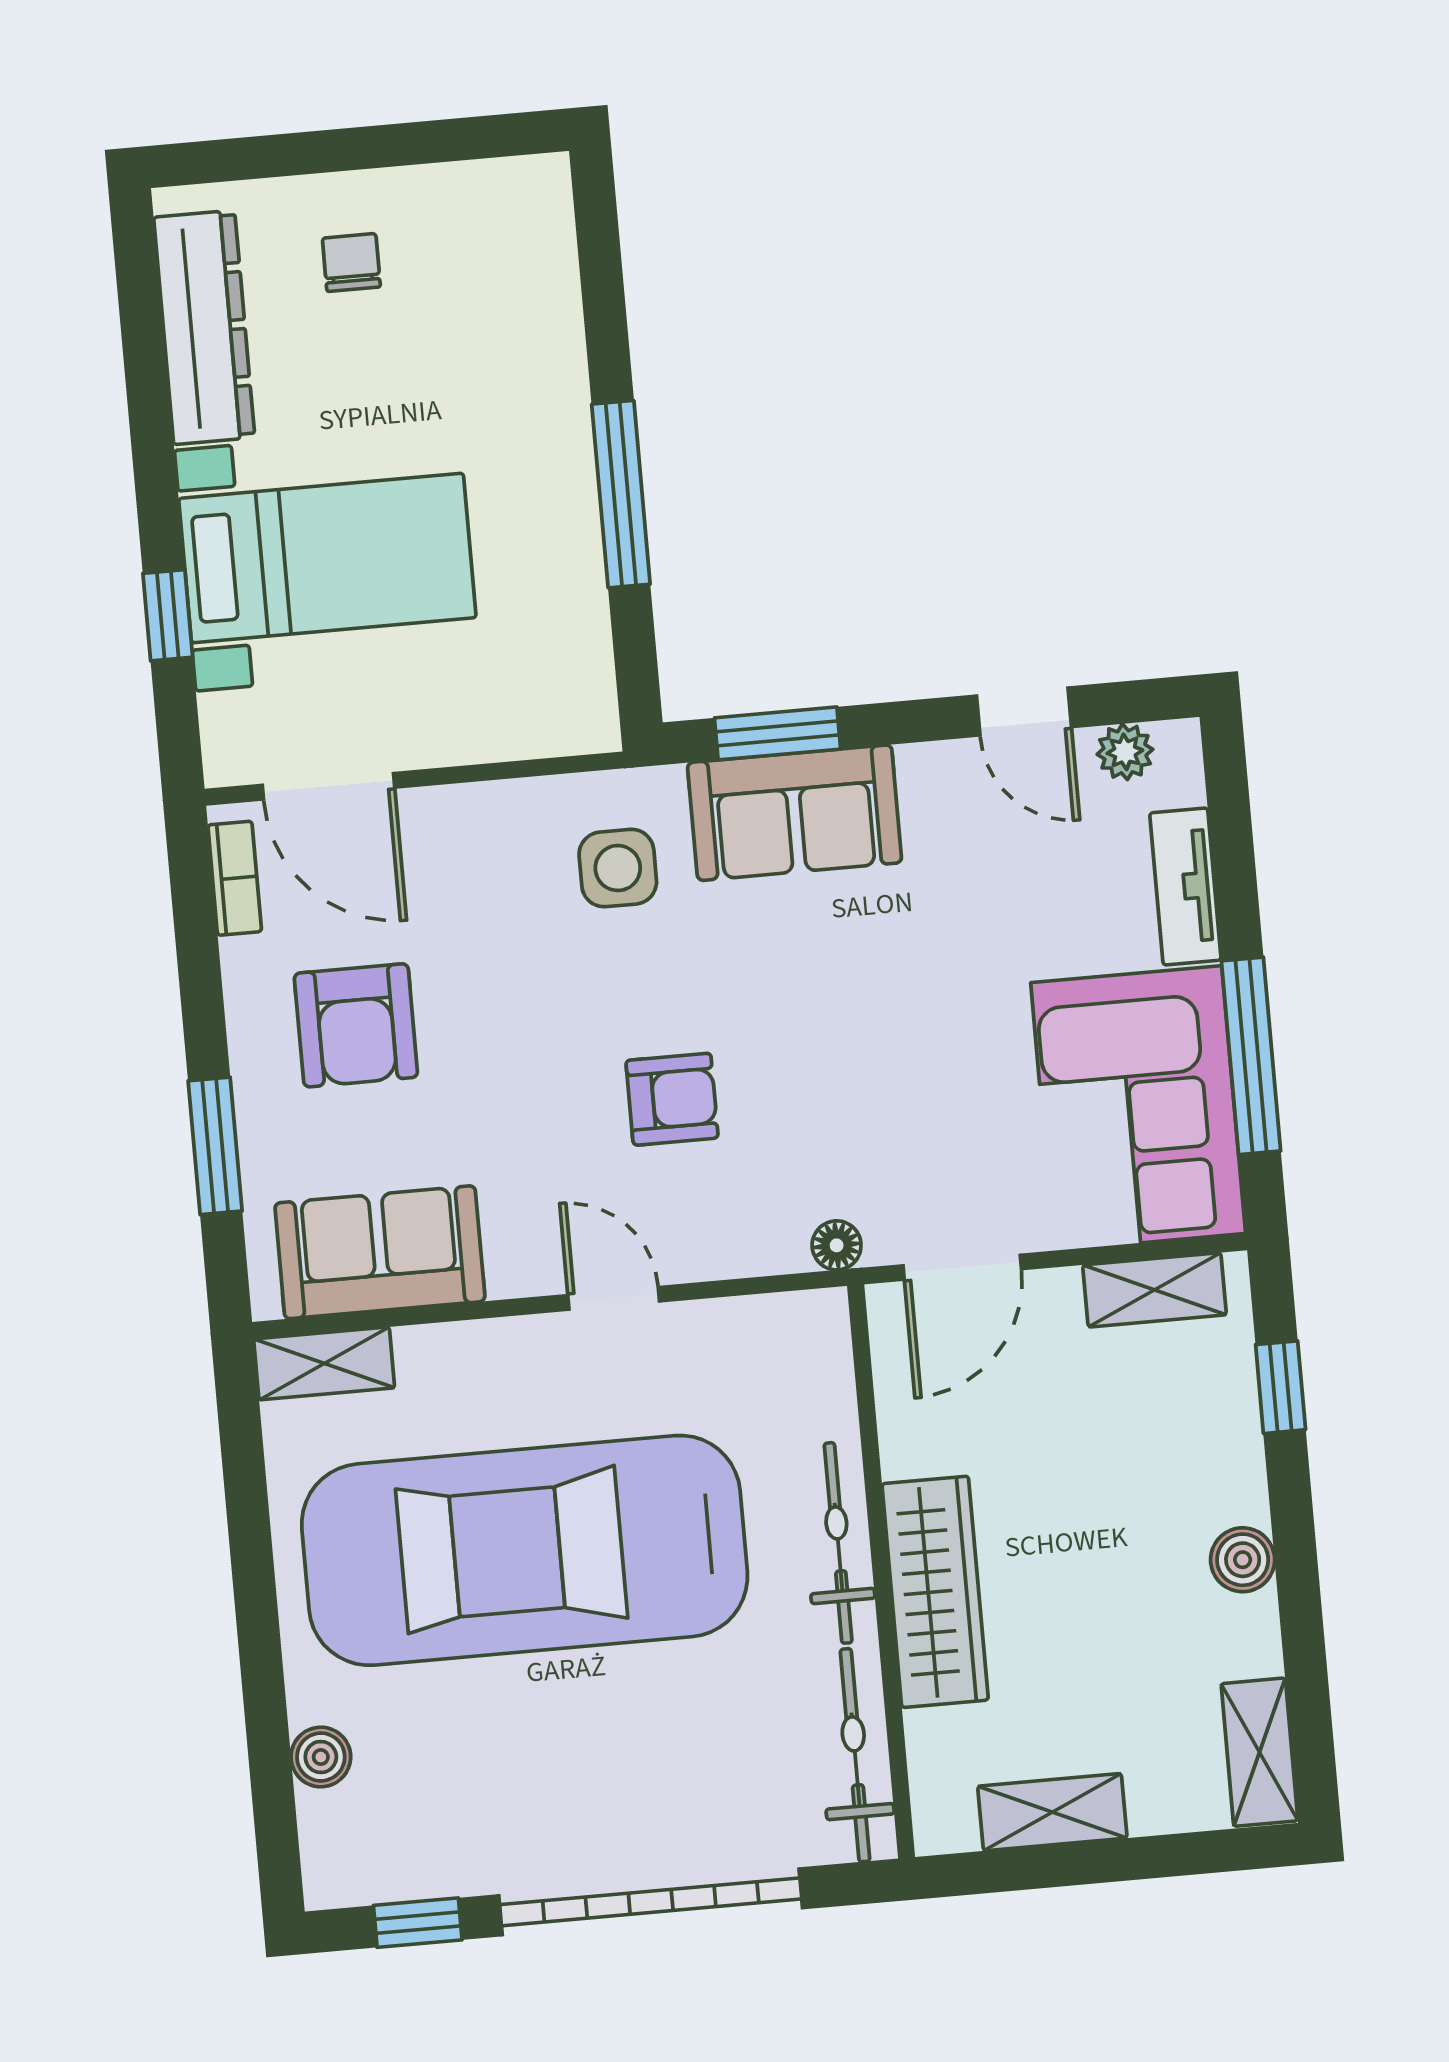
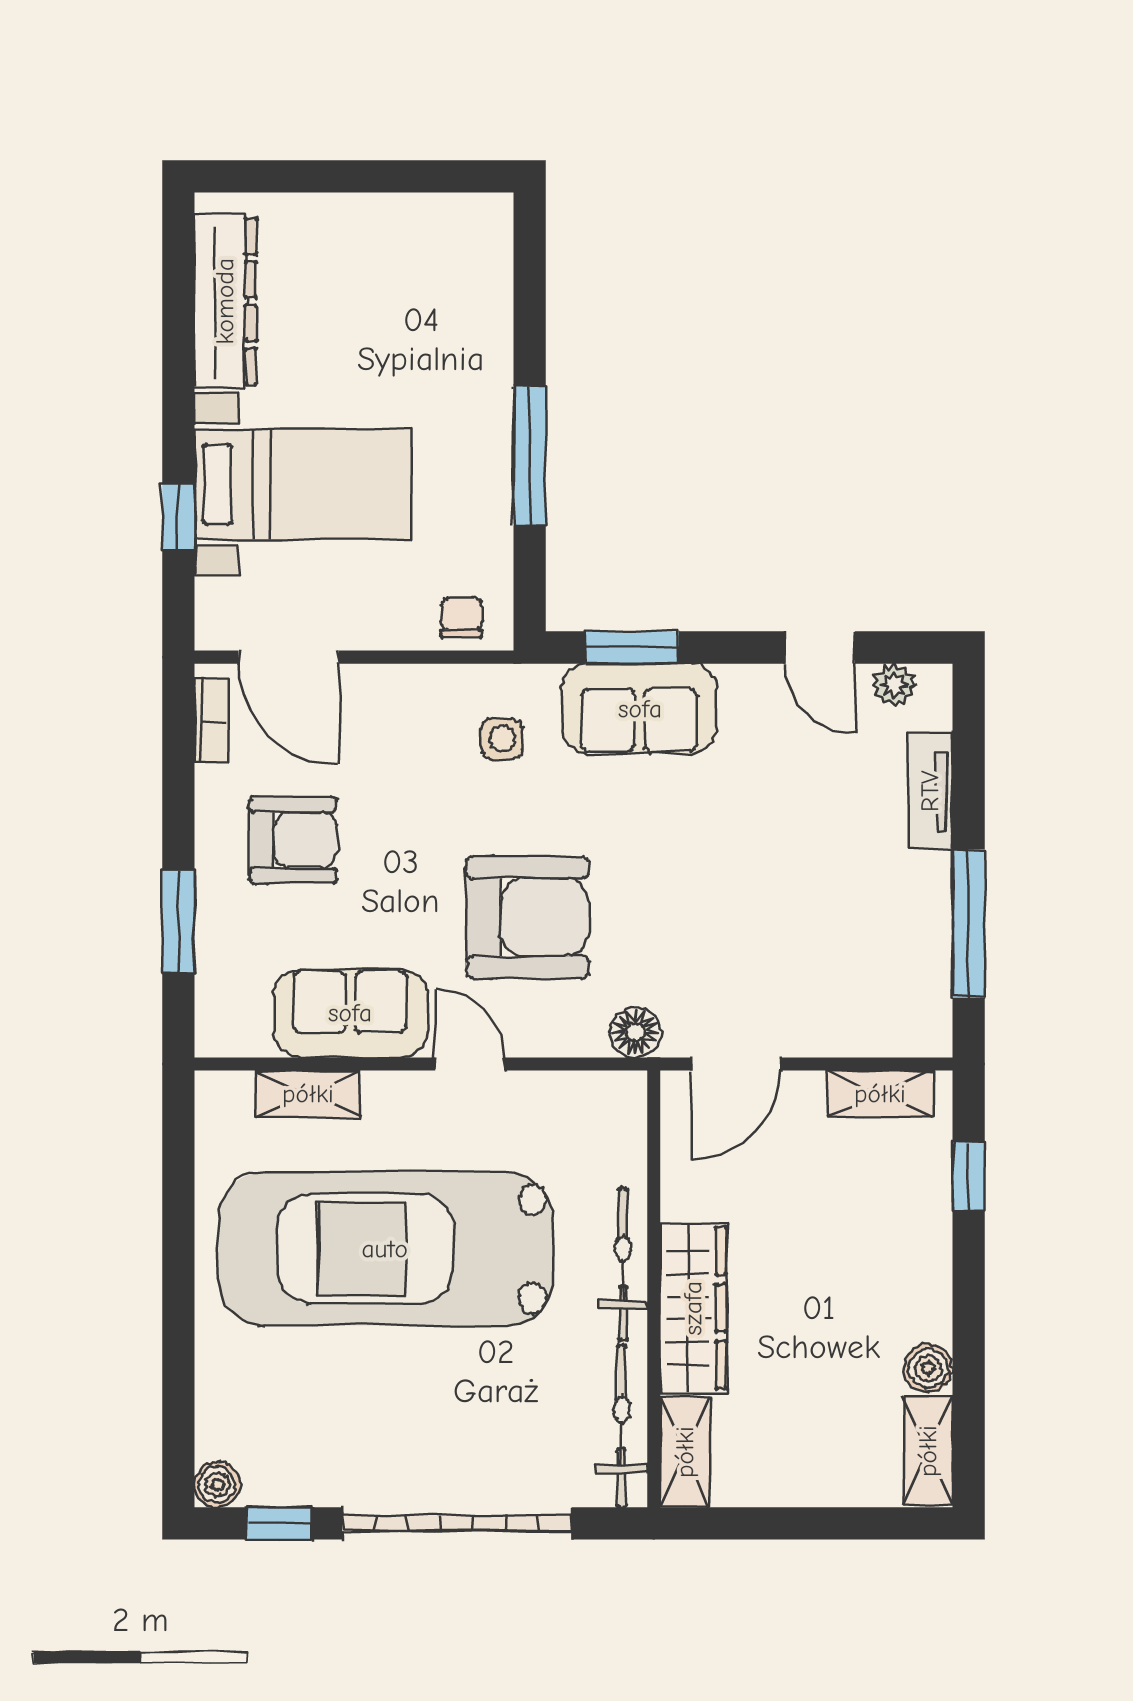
chair: (351, 263) -> (461, 617), moved
side table: (618, 868) -> (502, 739), width x0.73, depth x0.73
armchair: (356, 1025) -> (293, 840), turned -90
armchair: (672, 1099) -> (527, 917), width x1.88, depth x1.88
corner sofa: (1138, 1108) -> (880, 955), removed
floor lamp: (837, 1245) -> (635, 1032), width x1.37, depth x1.37
sofa: (380, 1252) -> (350, 1013), moved
shelving: (324, 1363) -> (308, 1094), moved
boiler: (1243, 1560) -> (928, 1368), moved
boiler: (321, 1757) -> (217, 1485), moved
shelving: (1052, 1812) -> (685, 1452), moved, turned 90

